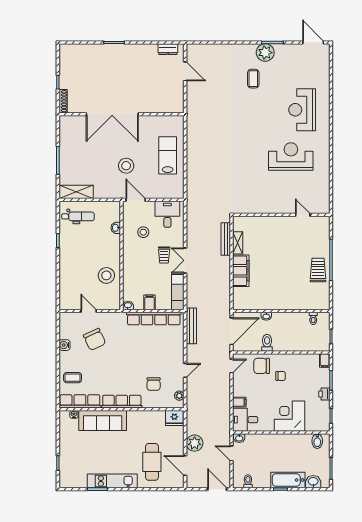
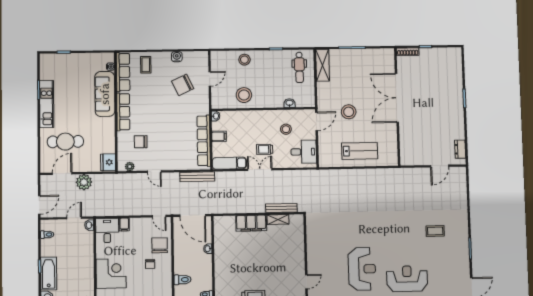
plant: (265, 53) -> (460, 242), removed
stool: (69, 274) -> (244, 60), added
toilet: (267, 343) -> (183, 280), moved

